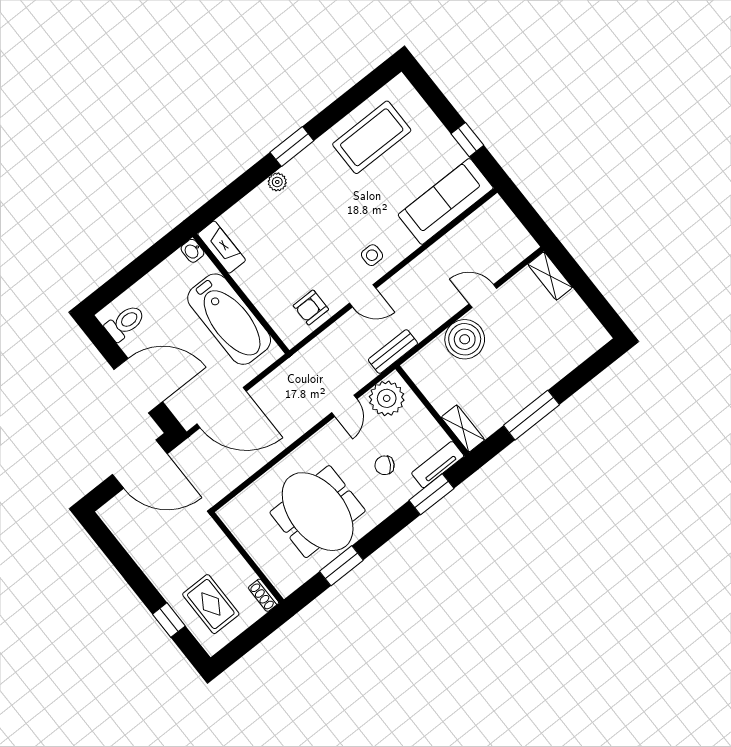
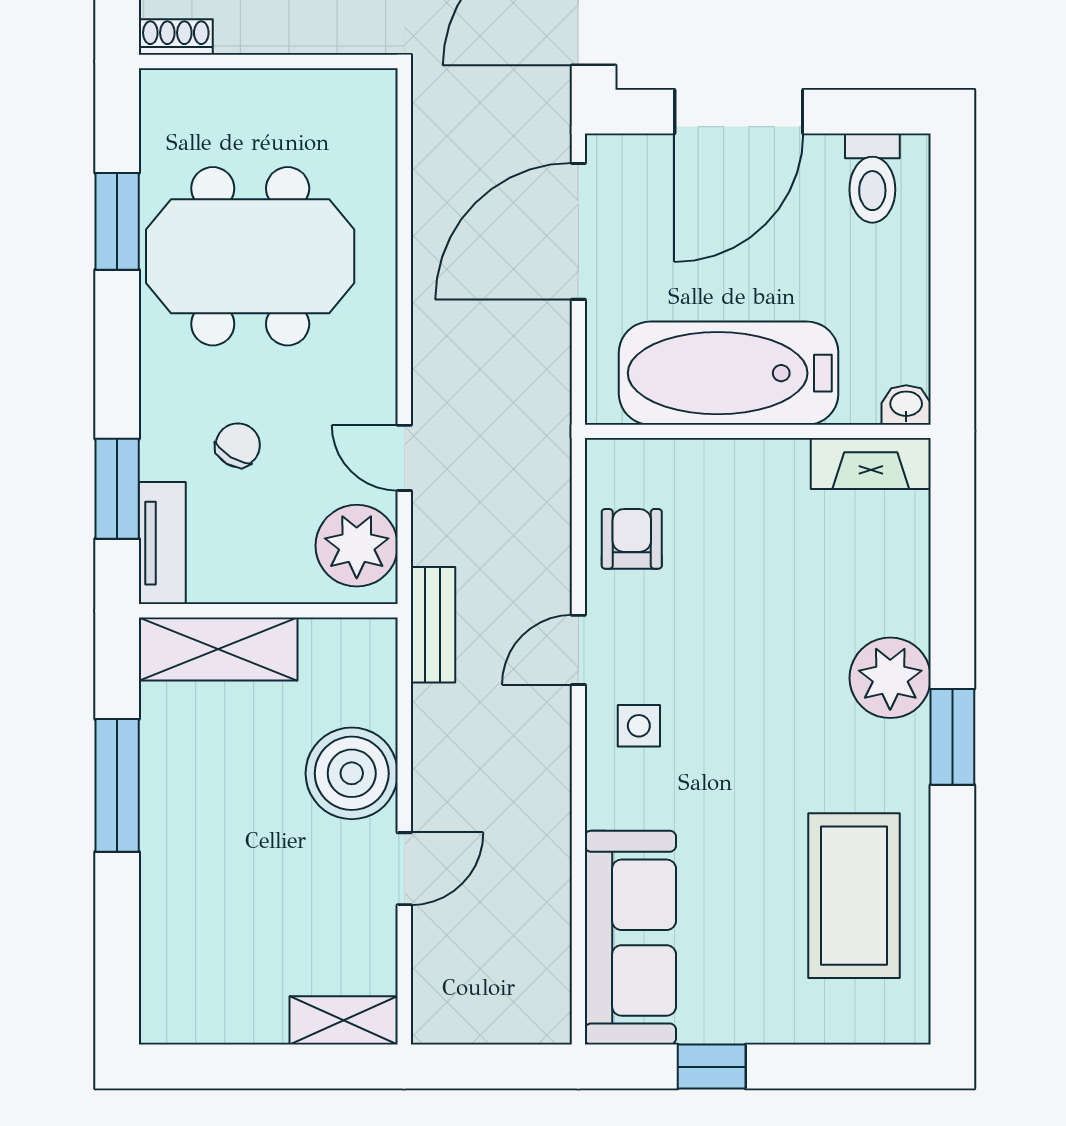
plant: (277, 182) -> (890, 678), width x1.88, depth x1.88
shelving: (463, 429) -> (218, 649), width x1.50, depth x1.33

